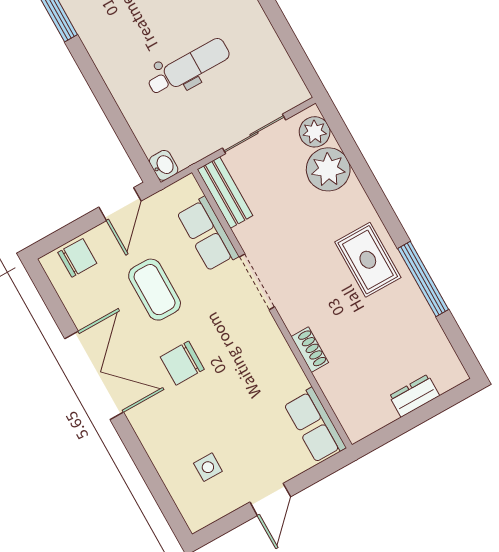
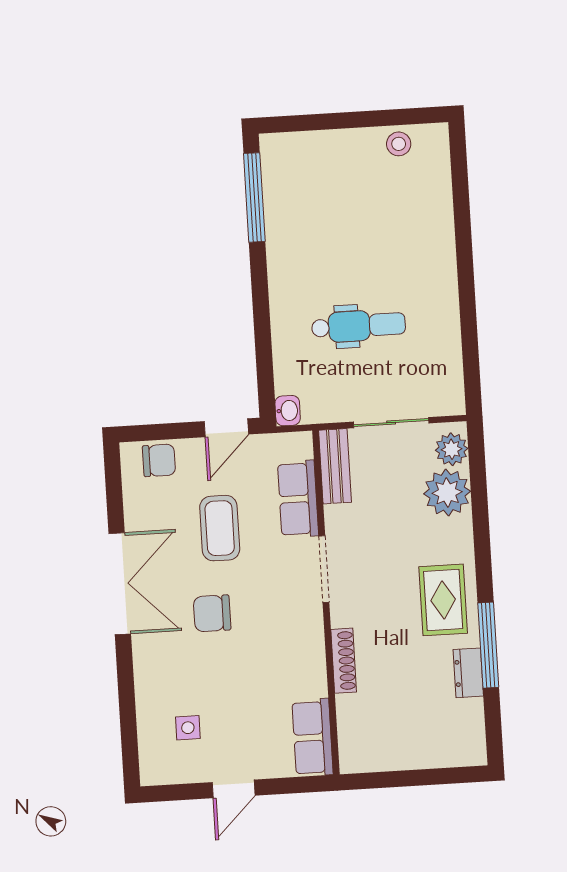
shoe rack: (310, 350) -> (344, 661), width x1.43
dresser: (414, 396) -> (468, 673), moved, turned -90

